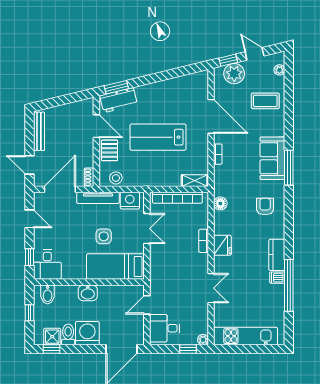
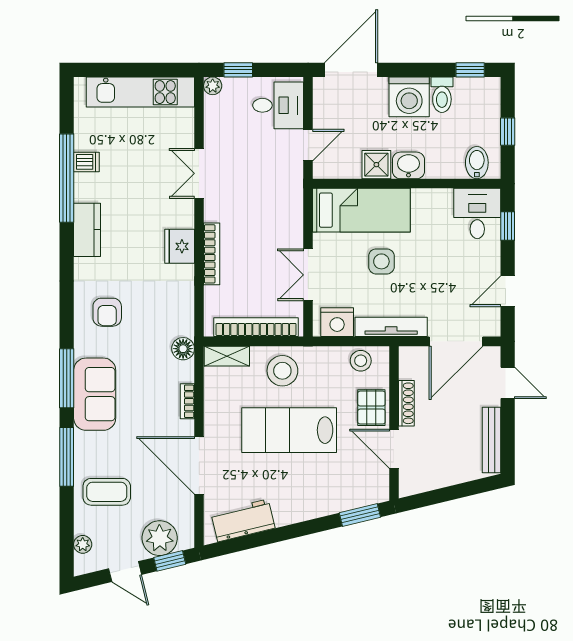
workbench: (119, 100) -> (243, 520), moved
window: (289, 121) -> (67, 457), added
lab bench: (158, 137) -> (289, 430), turned 180
stool: (162, 172) -> (282, 371), added
shoe rack: (89, 177) -> (406, 403), moved, width x1.43
floor lamp: (220, 203) -> (183, 349), moved
door: (29, 219) -> (508, 291), hinge flipped
bookcase: (204, 241) -> (212, 254), width x1.56
dishwasher: (277, 278) -> (86, 162), moved
shower: (52, 337) -> (376, 165), moved

